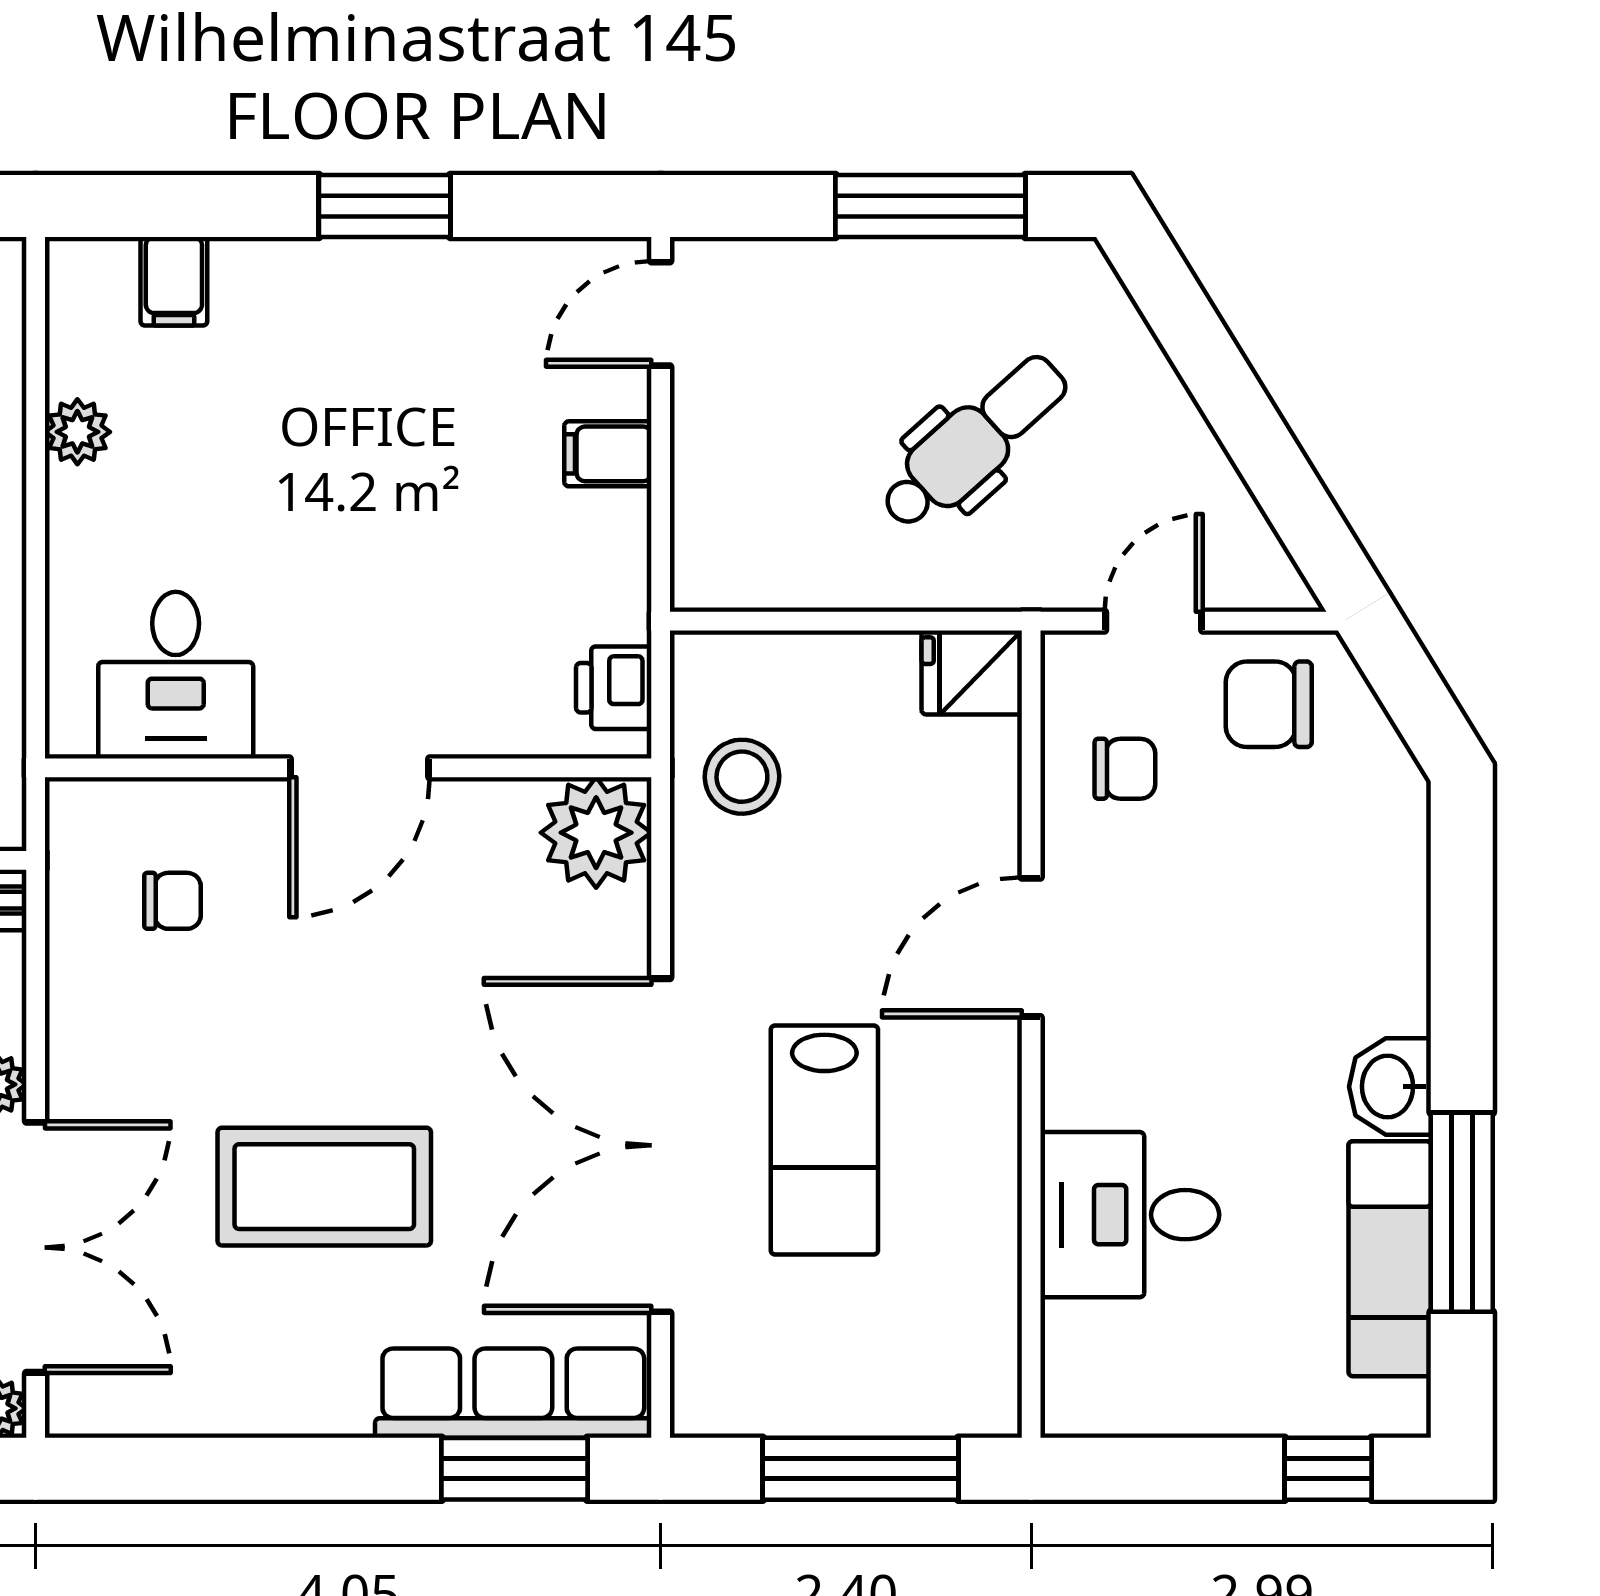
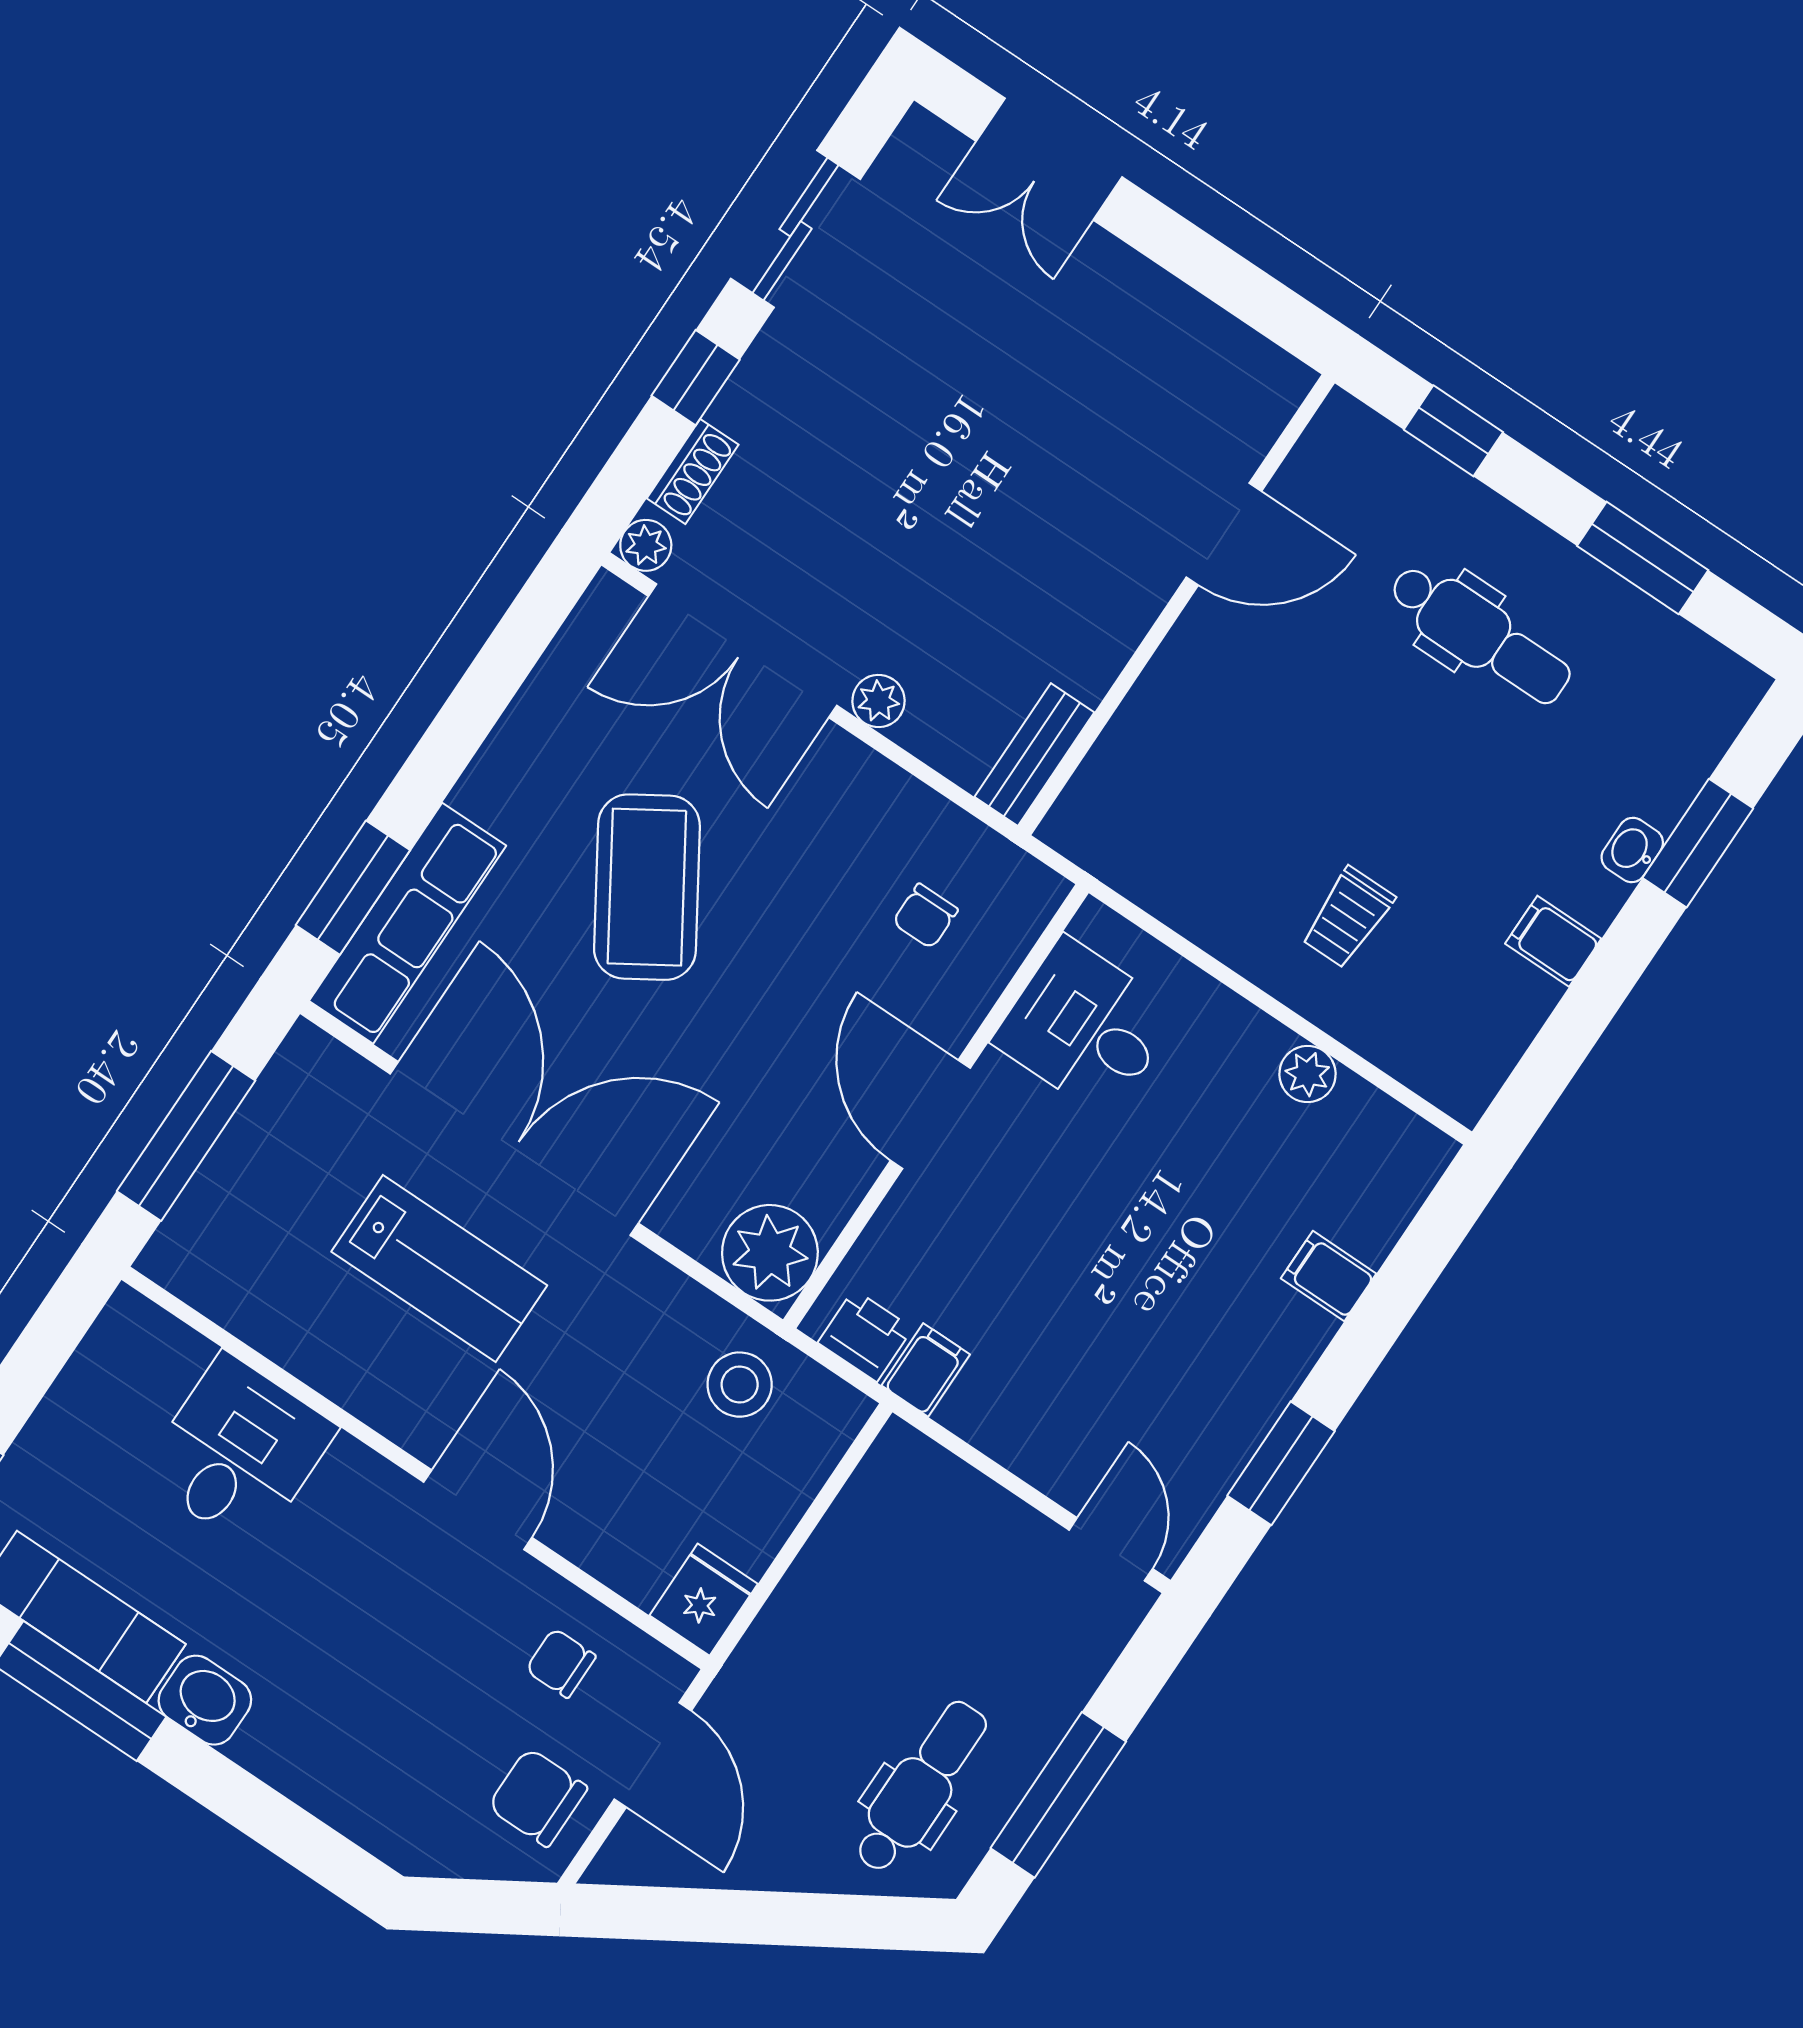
window: (385, 206) -> (1281, 1463), moved
filing cabinet: (174, 281) -> (1329, 1276), moved
dental chair: (974, 442) -> (921, 1787), moved, turned -138
filing cabinet: (608, 454) -> (926, 1370), moved
door: (1154, 621) -> (653, 1755), width x1.38
chair: (1269, 704) -> (538, 1797), turned -90
chair: (1125, 769) -> (561, 1663), turned 90
lab bench: (824, 1140) -> (439, 1268), turned 180
coffee table: (324, 1187) -> (647, 887), turned -32

